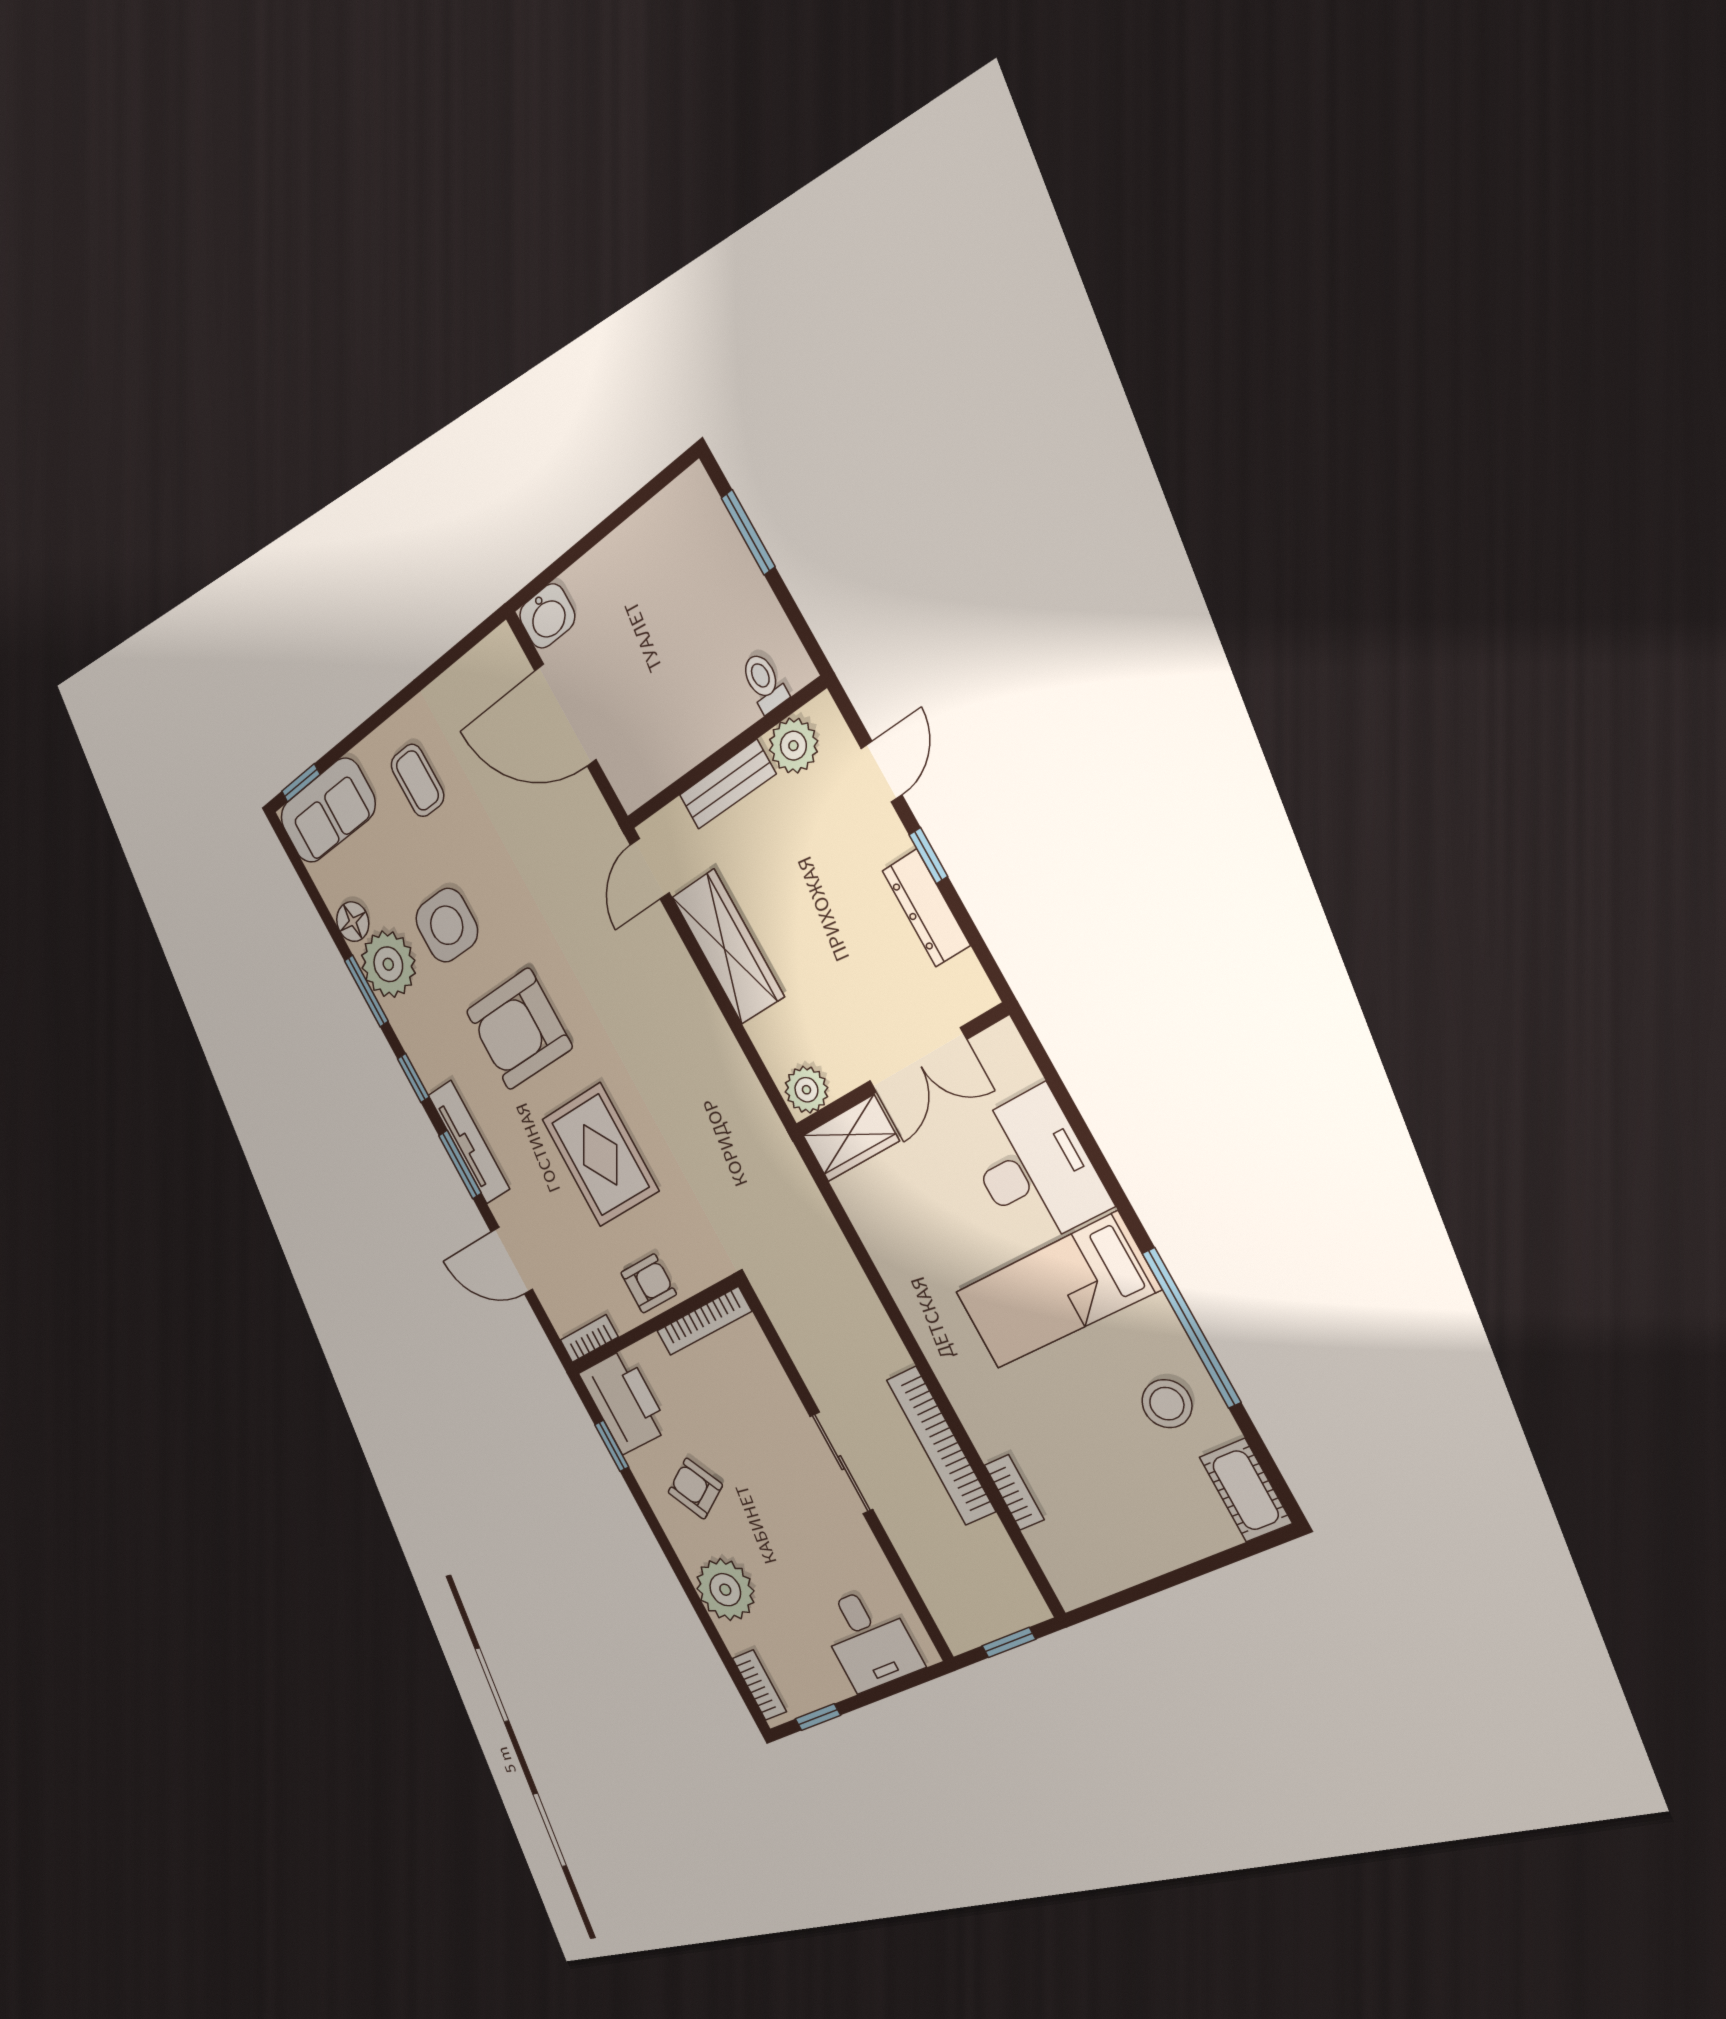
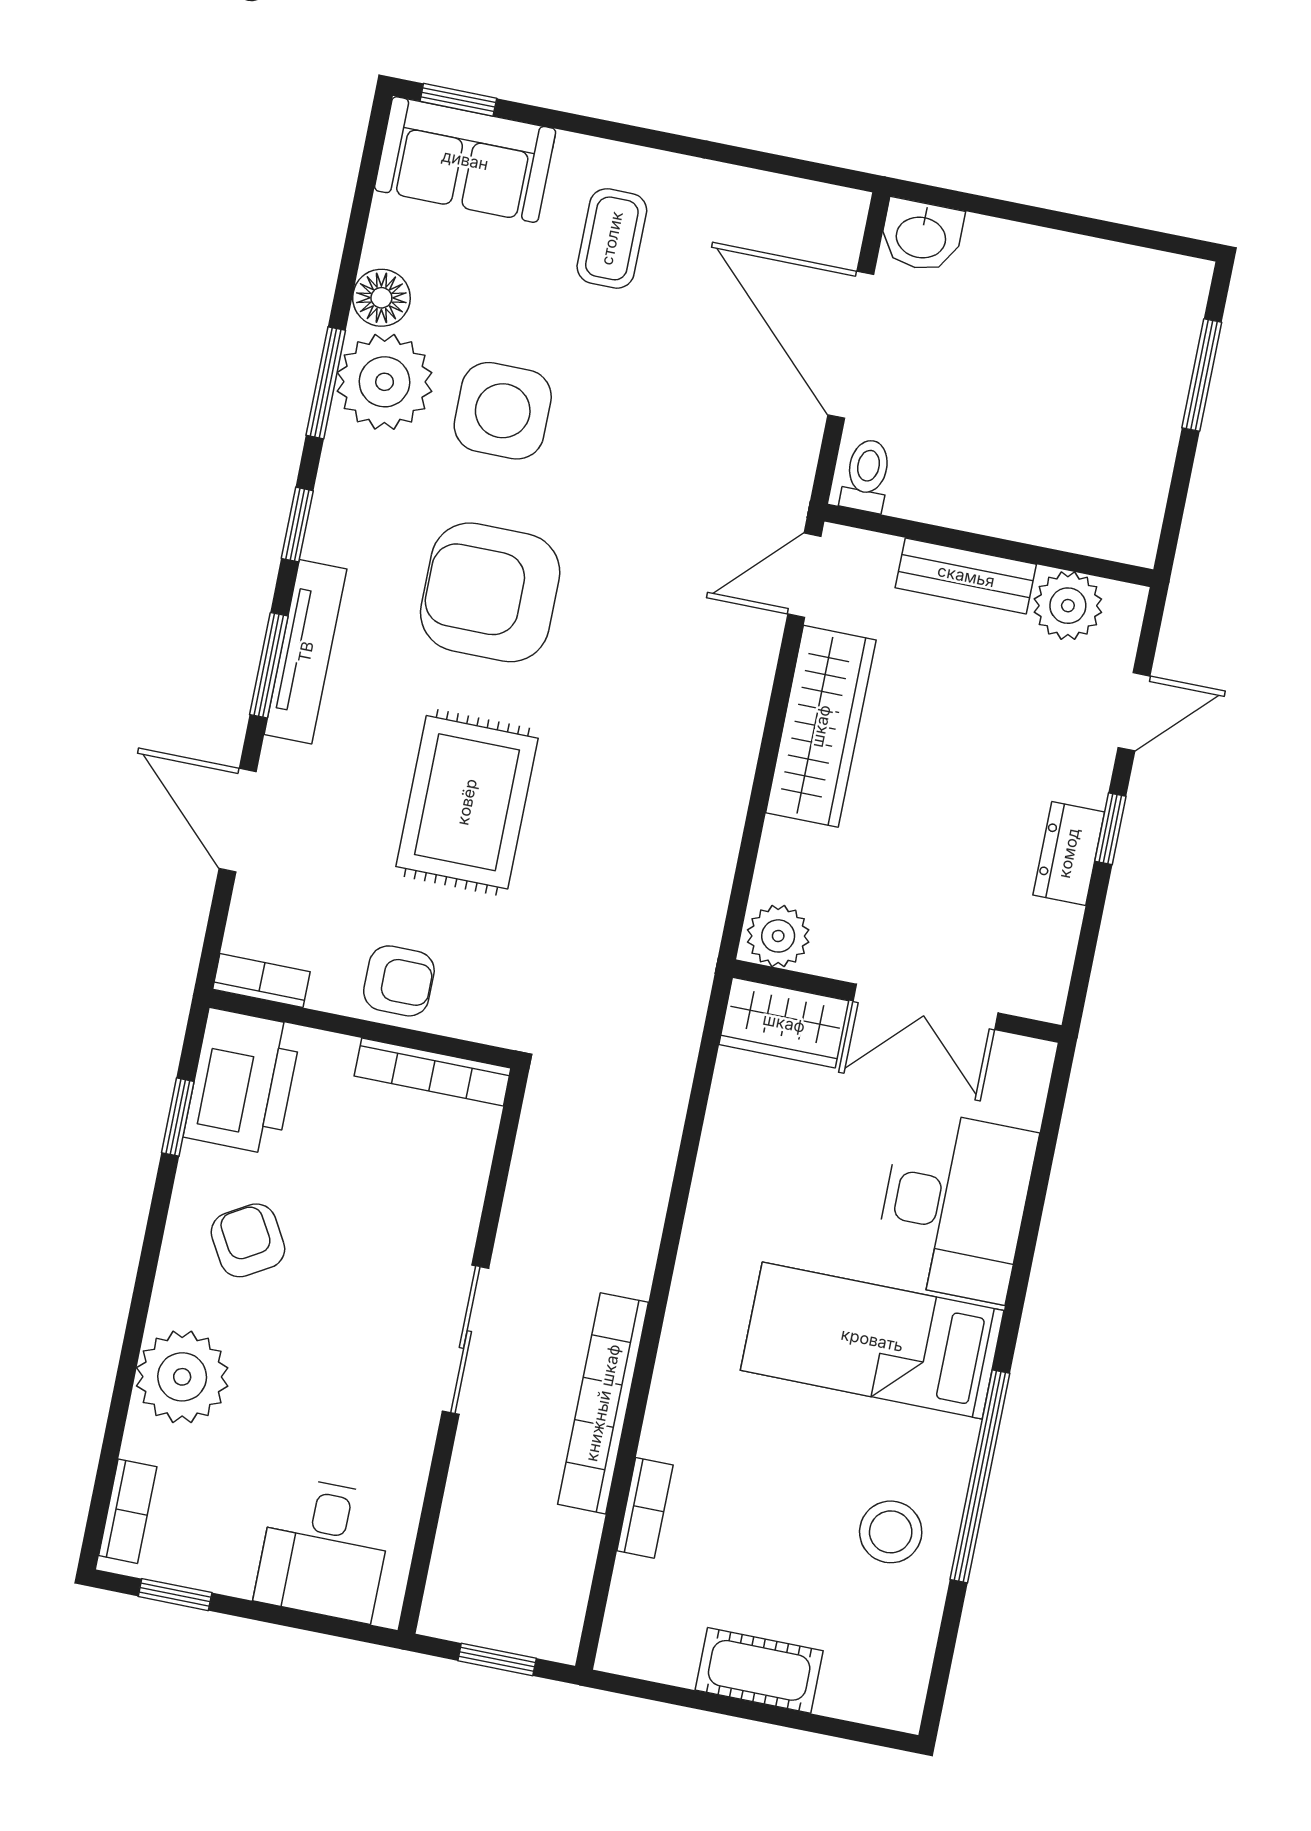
toilet: (764, 682) -> (867, 475), moved
dresser: (926, 908) -> (1069, 853), width x0.70
cot: (1246, 1490) -> (759, 1670), moved, turned 90

